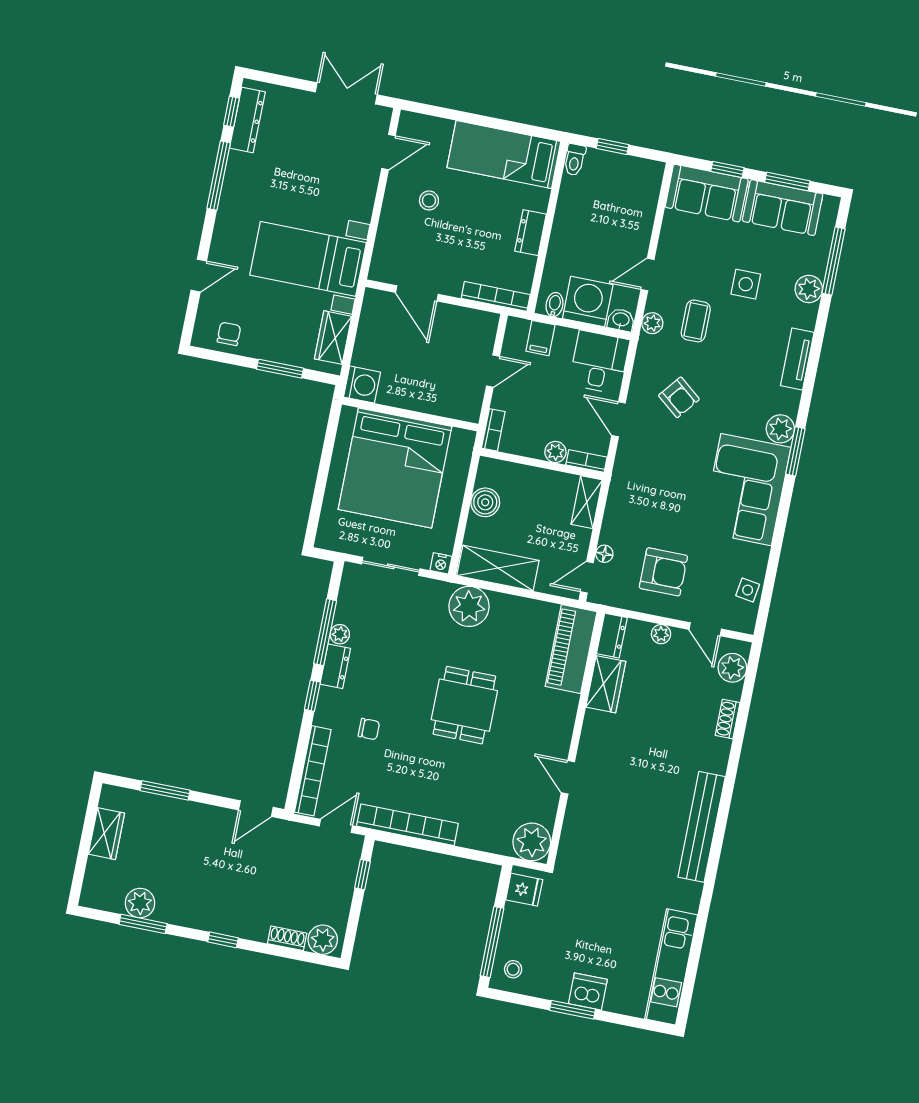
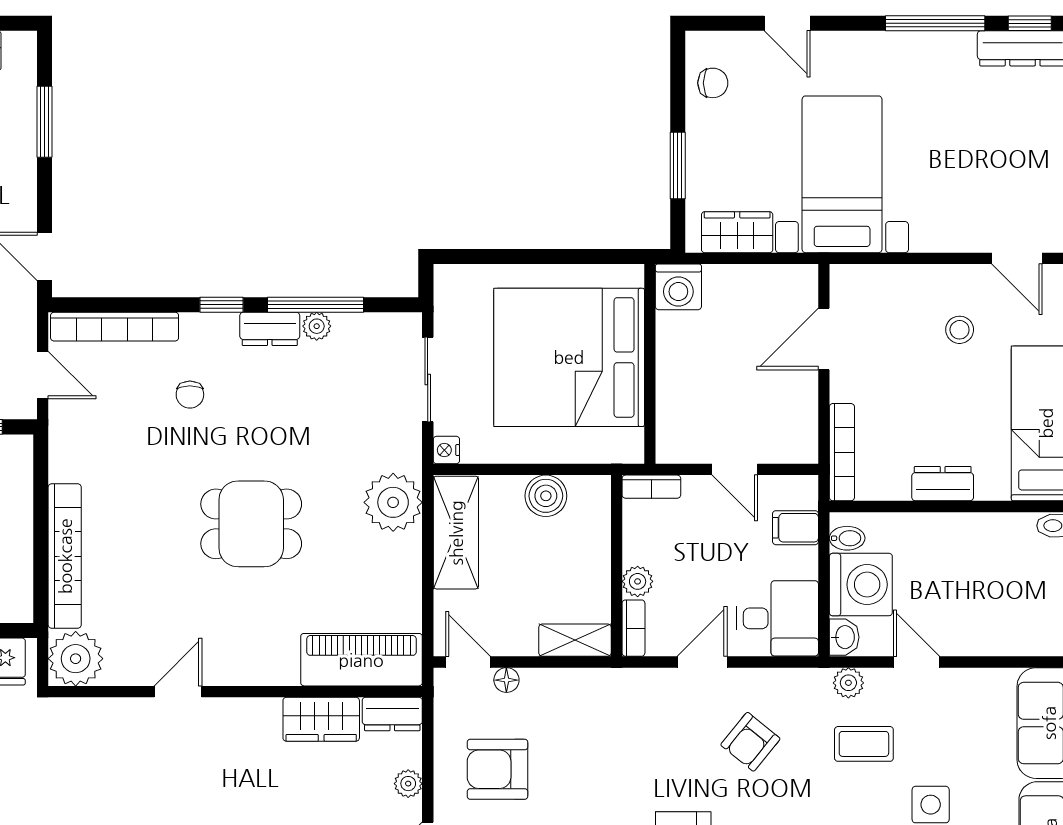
armchair: (663, 572) -> (498, 769), turned 90
bookcase: (407, 825) -> (65, 556), moved

